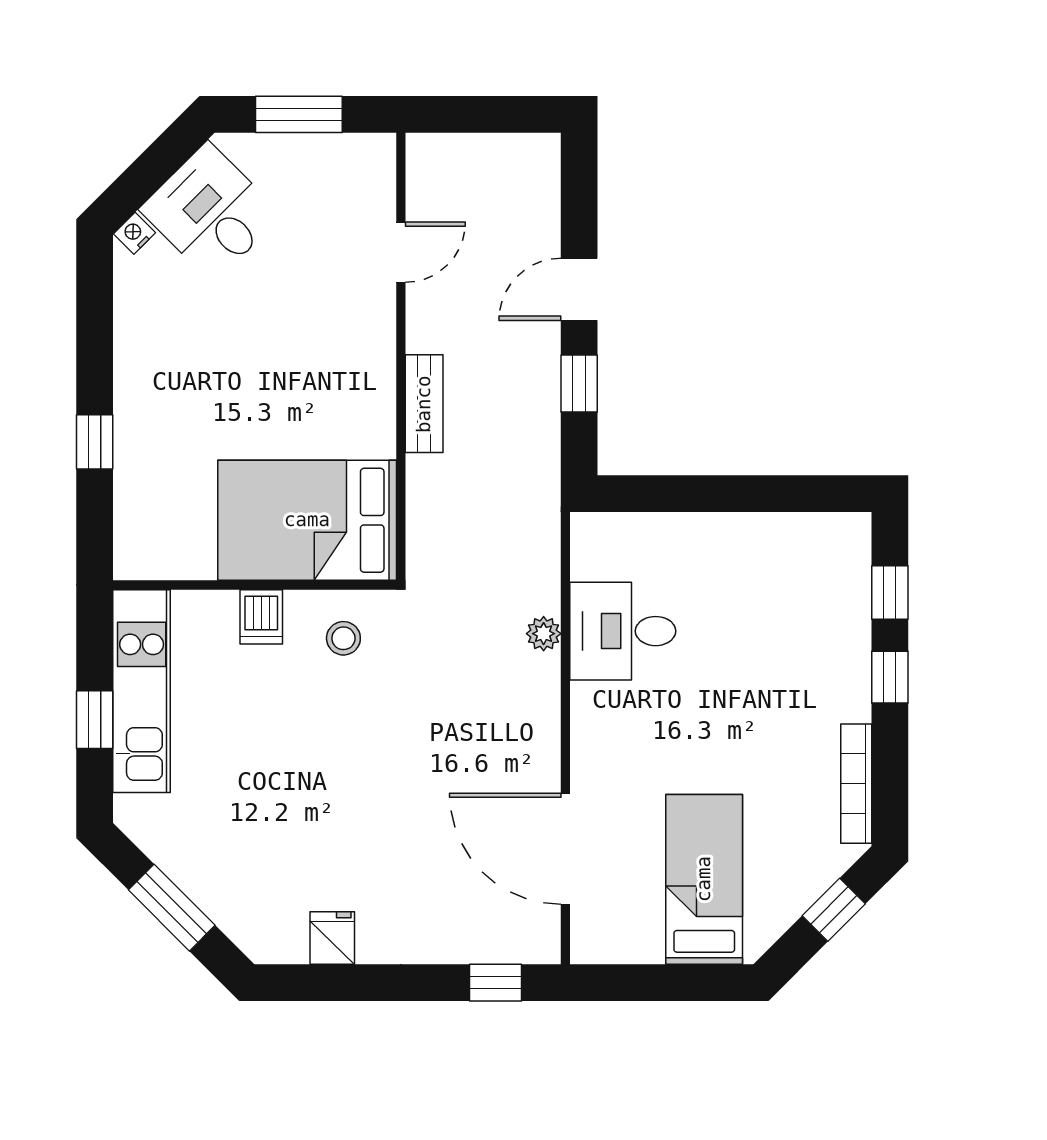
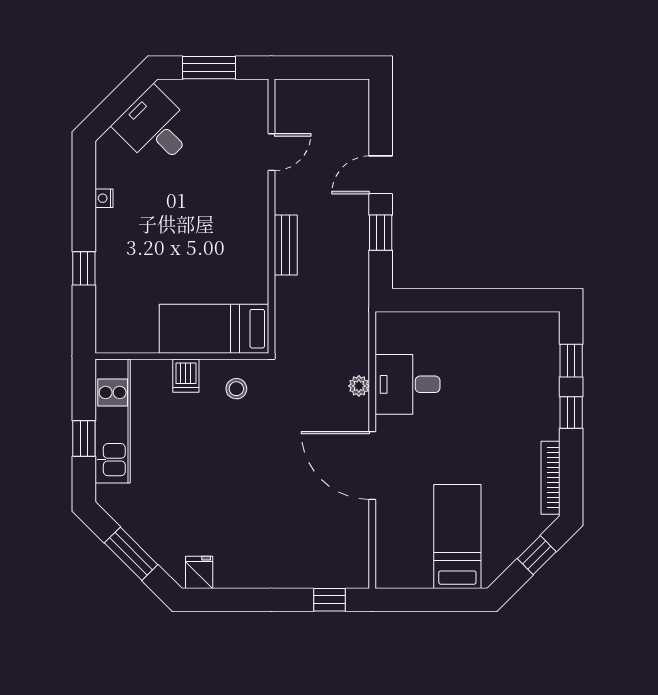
nightstand: (135, 233) -> (104, 198), moved, turned -45
bed: (307, 520) -> (214, 329), width x0.67
door: (565, 849) -> (372, 465), moved
fridge: (332, 938) -> (199, 572), moved

